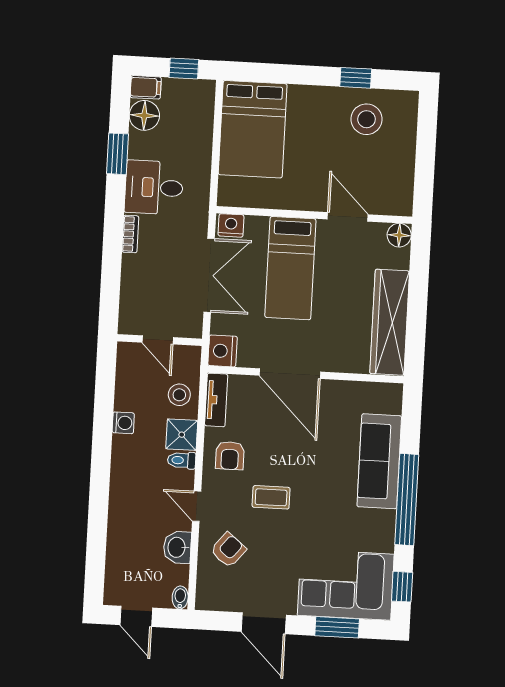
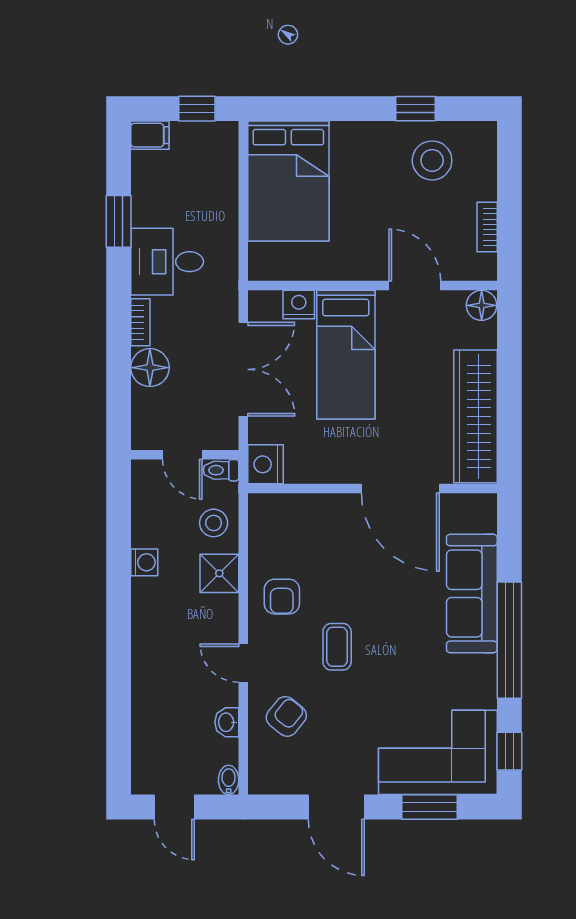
floor lamp: (144, 115) -> (150, 368), moved
bookcase: (407, 174) -> (487, 227), added
nightstand: (231, 225) -> (299, 305), moved
door: (290, 374) -> (400, 489), moved
tv unit: (216, 400) -> (261, 527), removed
toilet: (182, 460) -> (221, 470), moved
coffee table: (271, 497) -> (337, 647), turned 90
washbasin: (177, 547) -> (227, 722), width x0.72, depth x0.69

